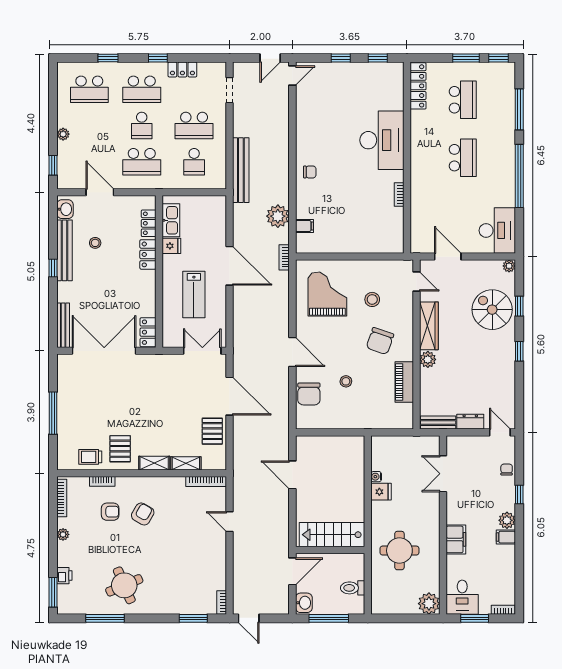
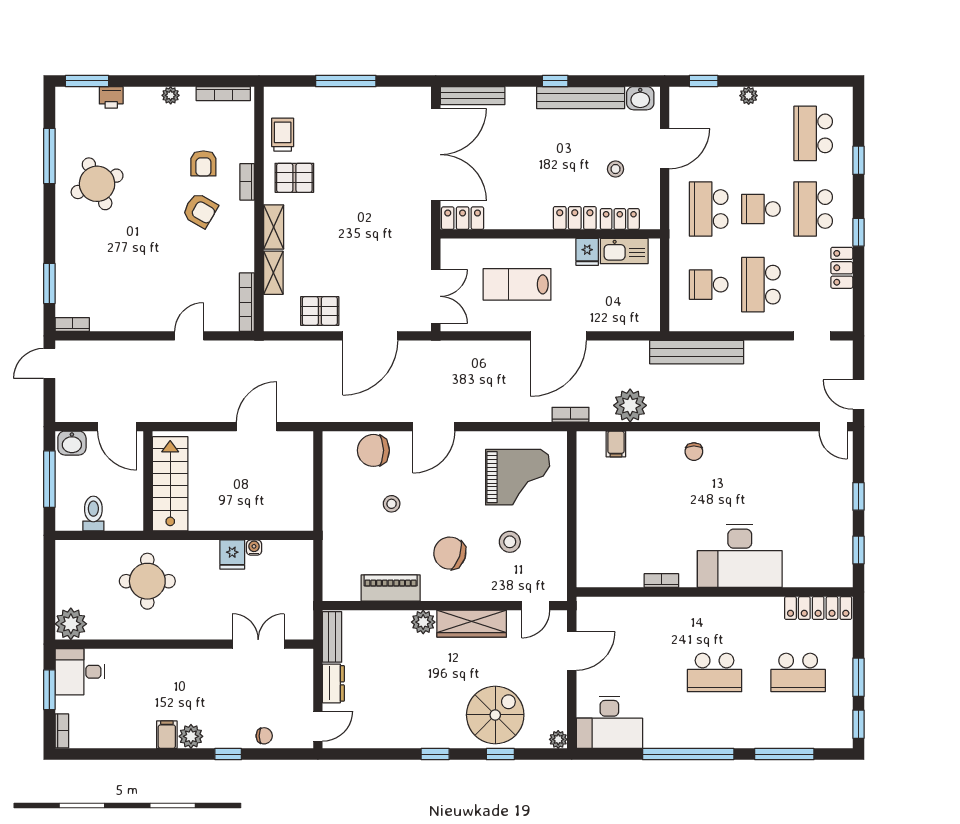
stool: (95, 243) -> (616, 169), moved
bookcase: (102, 481) -> (247, 182), moved
filing cabinet: (456, 539) -> (163, 663), removed

